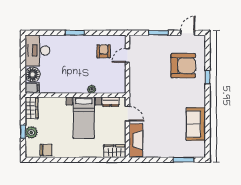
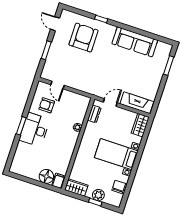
desk: (37, 51) -> (34, 130), moved, turned 90
bed with nightstands: (84, 118) -> (116, 154), moved, turned 180
sofa: (196, 124) -> (135, 42), width x1.36

